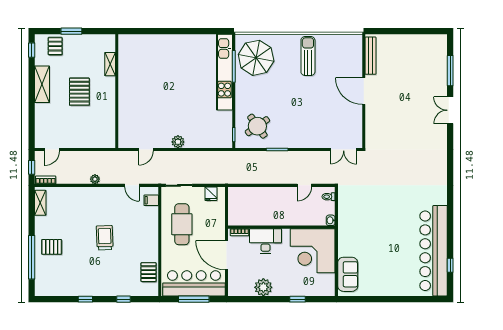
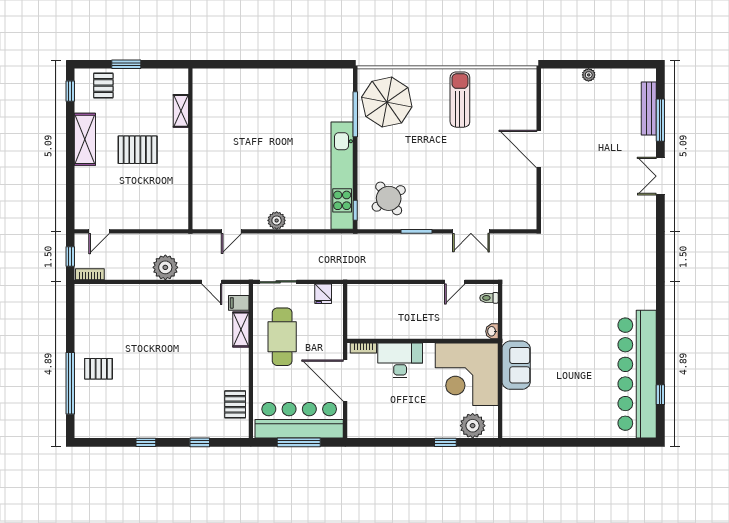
plant: (399, 39) -> (589, 75), added
bench: (371, 56) -> (649, 108), moved
kitchen unit: (224, 72) -> (342, 176), moved
pallet: (79, 92) -> (138, 150), turned 90
double door: (344, 150) -> (471, 231), moved
plant: (95, 179) -> (165, 267), width x1.88, depth x1.88
shelving: (40, 203) -> (241, 329), moved
trolley: (105, 238) -> (173, 356), removed
sofa: (348, 274) -> (516, 365), moved
plant: (263, 287) -> (473, 426), moved

